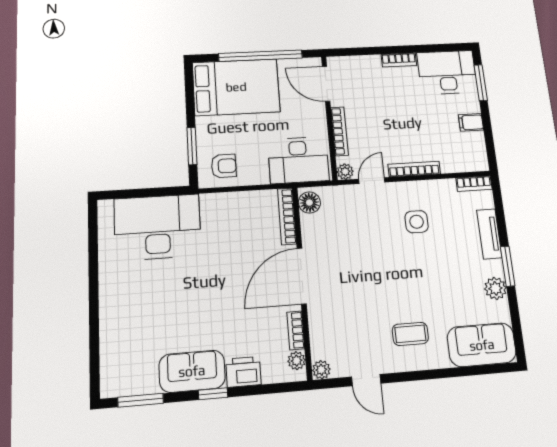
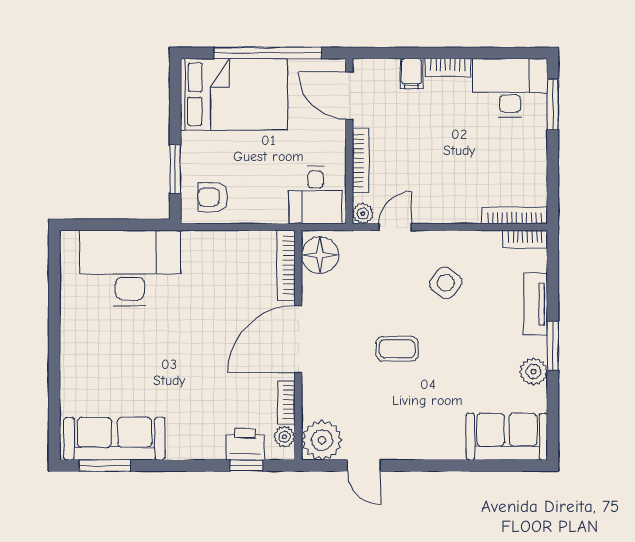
filing cabinet: (471, 122) -> (412, 73), moved, turned -90
desk: (298, 160) -> (315, 195), width x0.73
armchair: (224, 166) -> (213, 197), turned 180
bookcase: (414, 169) -> (515, 215), moved
floor lamp: (309, 203) -> (320, 255), width x1.38, depth x1.38
side table: (417, 222) -> (446, 283), turned 36
coffee table: (410, 334) -> (397, 349), moved
plant: (321, 370) -> (322, 440), width x1.88, depth x1.88
sofa: (192, 371) -> (114, 439), moved, width x1.36
printer: (243, 372) -> (245, 444), moved
window: (213, 394) -> (246, 466), moved

